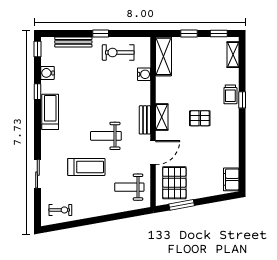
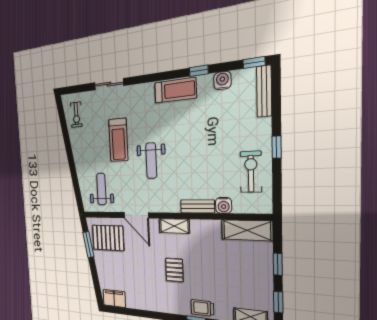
bench: (73, 42) -> (264, 91), moved
bench: (145, 120) -> (197, 206), moved
weight bench: (106, 136) -> (151, 161), turned 180

